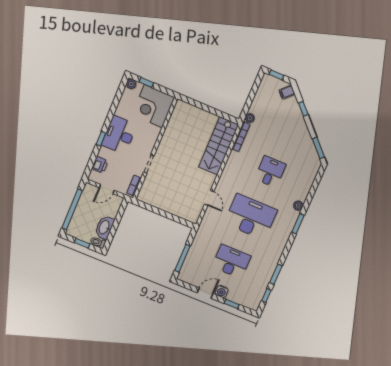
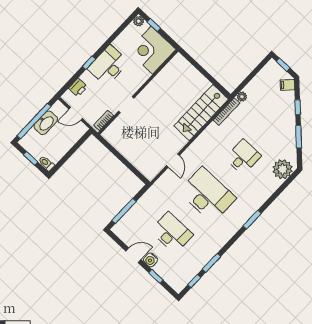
window: (318, 148) -> (299, 137), moved
plant: (298, 206) -> (283, 169), moved, width x1.88, depth x1.88
washbasin: (104, 227) -> (46, 123), moved, turned 180

